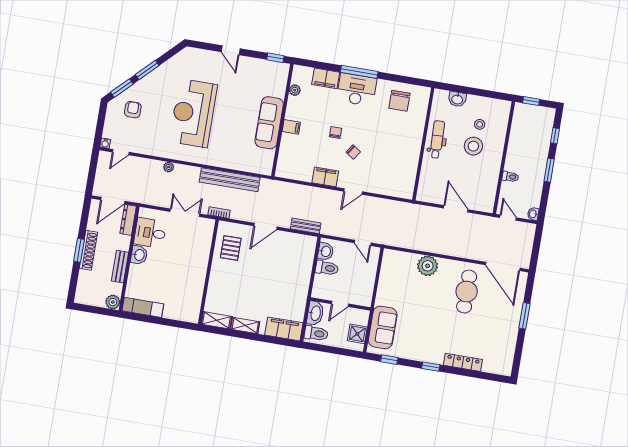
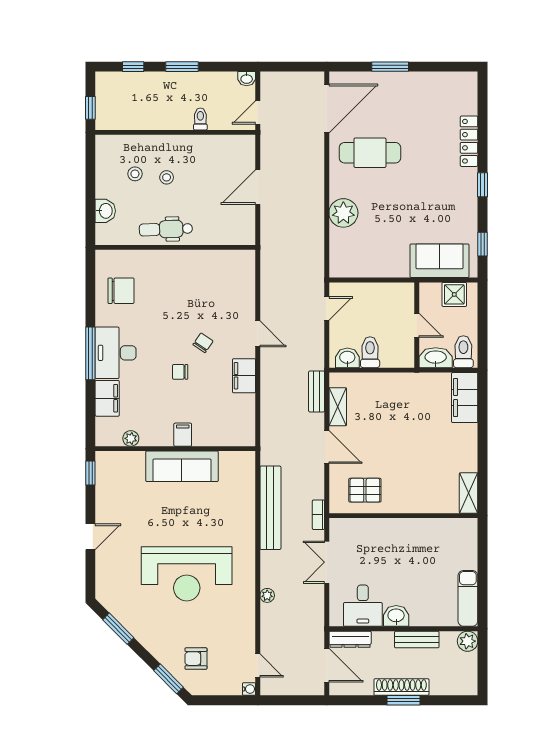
window: (147, 70) -> (118, 629), moved
stool: (473, 146) -> (167, 177), width x0.53, depth x0.53
shelving: (245, 326) -> (338, 407), moved

